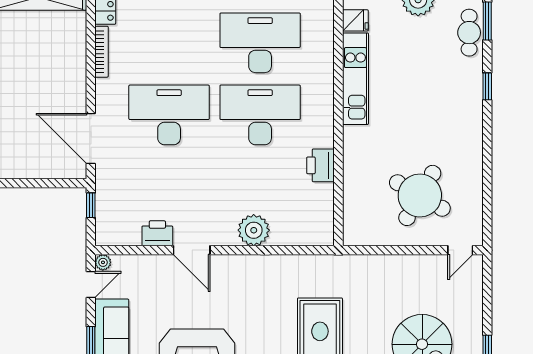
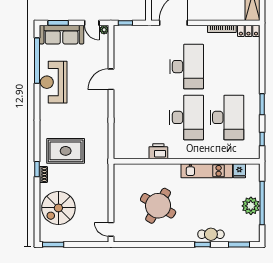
cafe table: (469, 33) -> (211, 234), moved
round table: (420, 195) -> (158, 206), moved
window: (91, 205) -> (125, 23), moved
plant: (254, 230) -> (122, 114), removed
printer: (157, 233) -> (120, 60), removed

